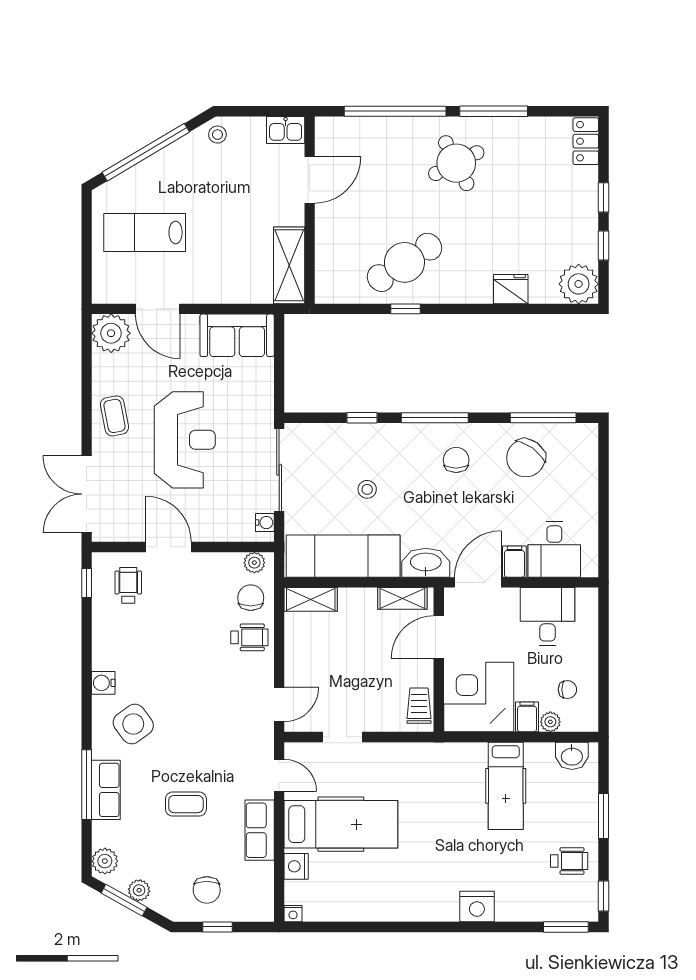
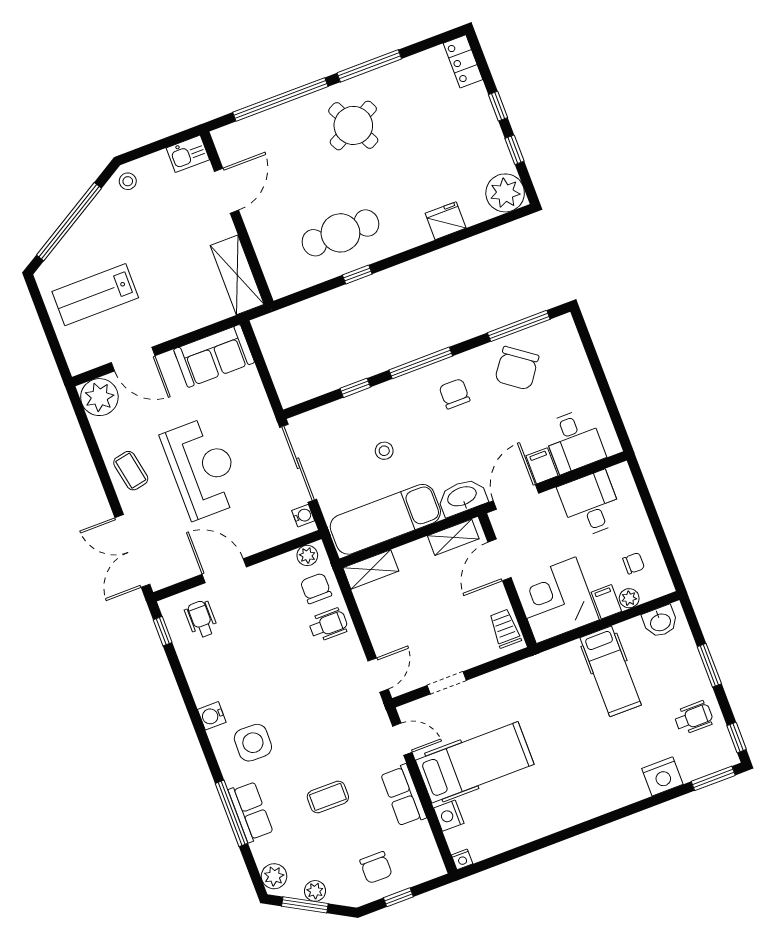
cafe table: (404, 262) -> (340, 233), turned 33
side table: (133, 724) -> (253, 743), turned 37
nightstand: (477, 907) -> (662, 776), moved

